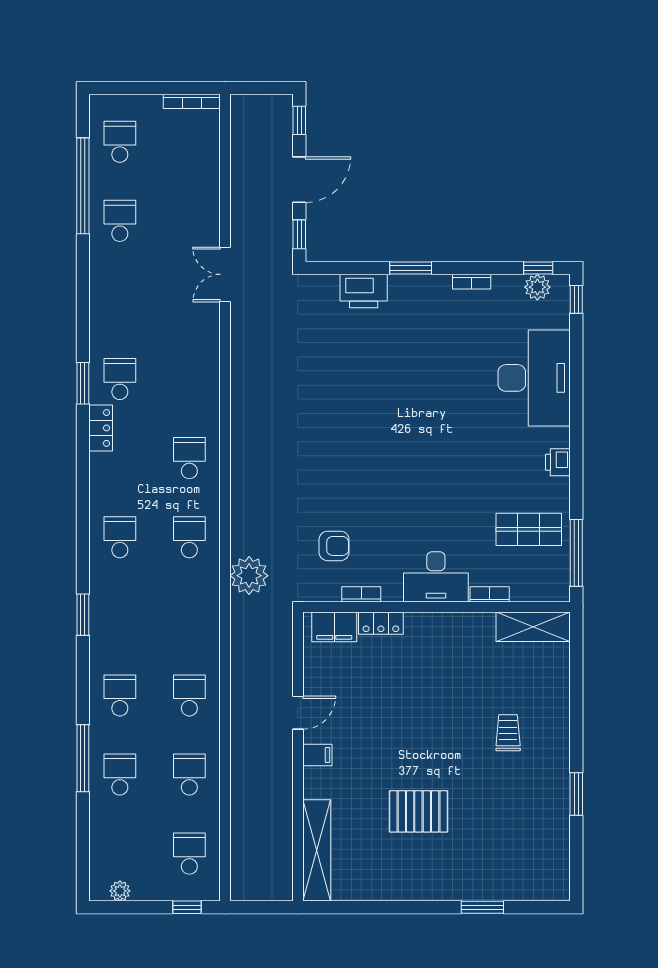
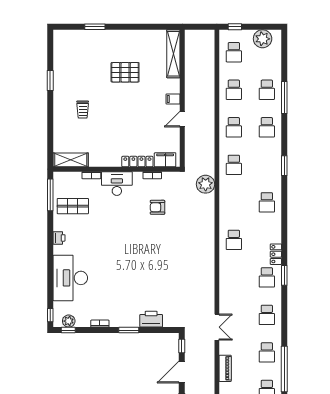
piano: (208, 187) -> (225, 368), added
school desk: (120, 300) -> (267, 315), added
school desk: (189, 537) -> (234, 165), moved
armchair: (334, 546) -> (157, 207), moved
locker: (381, 623) -> (137, 162), width x1.53
plant: (120, 891) -> (263, 39), width x1.87, depth x1.87

